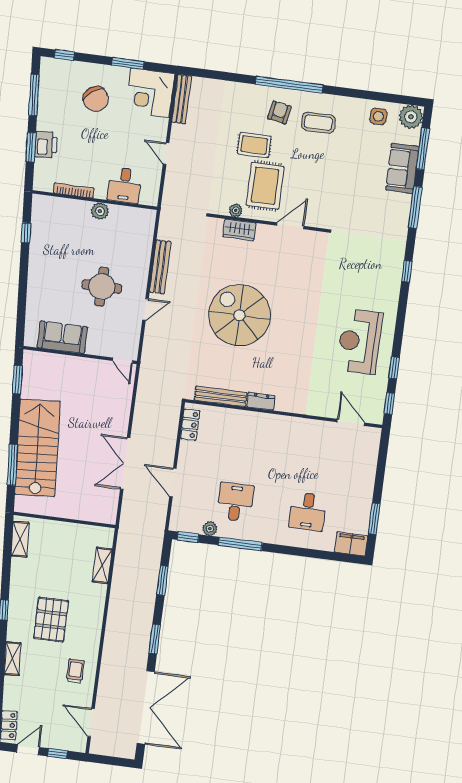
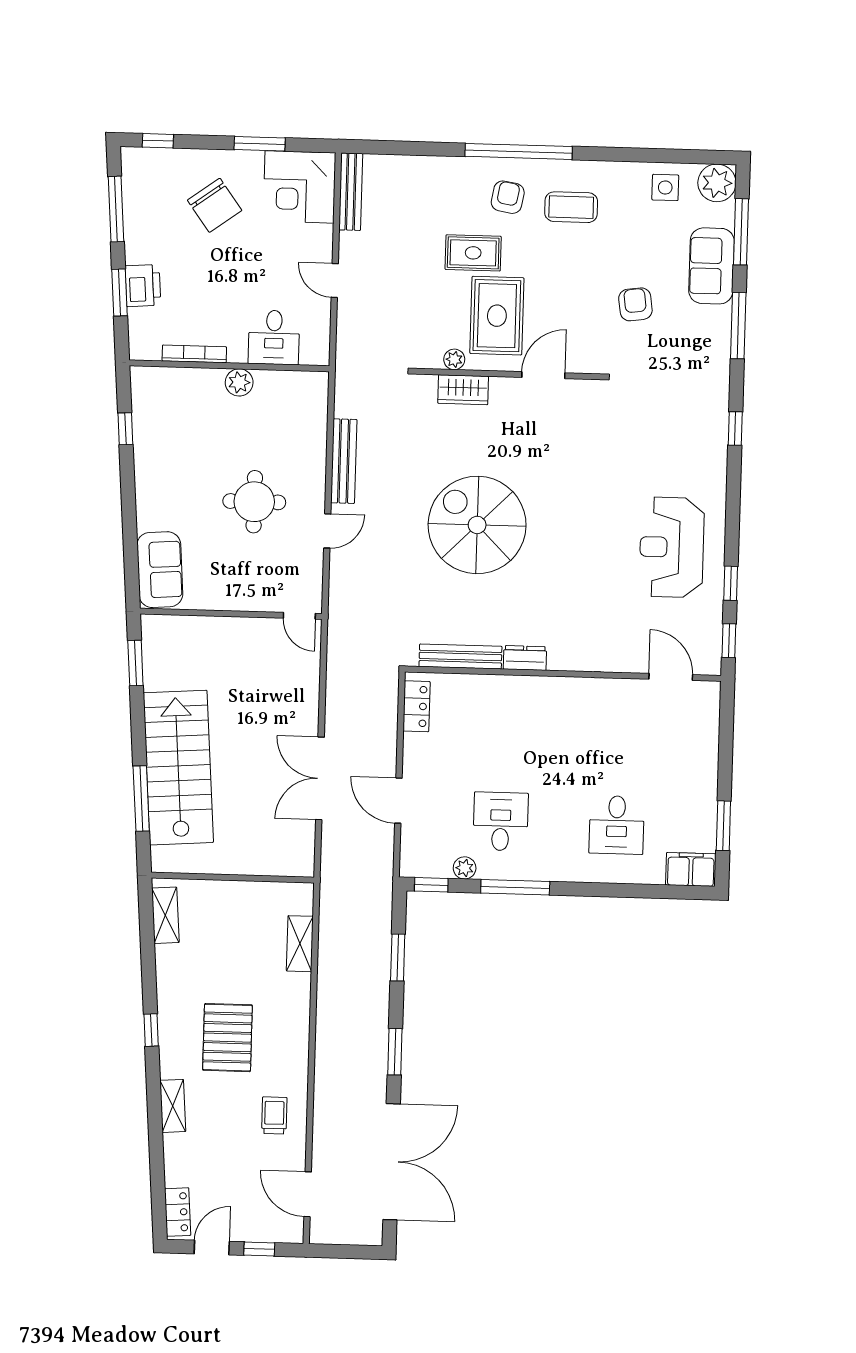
armchair: (352, 187) -> (635, 304), added
sofa: (62, 337) -> (160, 570), moved, turned 86

